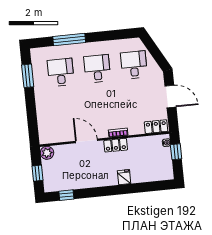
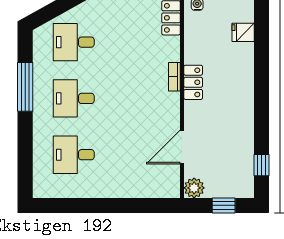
window: (69, 40) -> (25, 87), moved
window: (28, 76) -> (74, 205), removed
door: (86, 141) -> (182, 147), moved
fridge: (124, 177) -> (243, 32), moved

